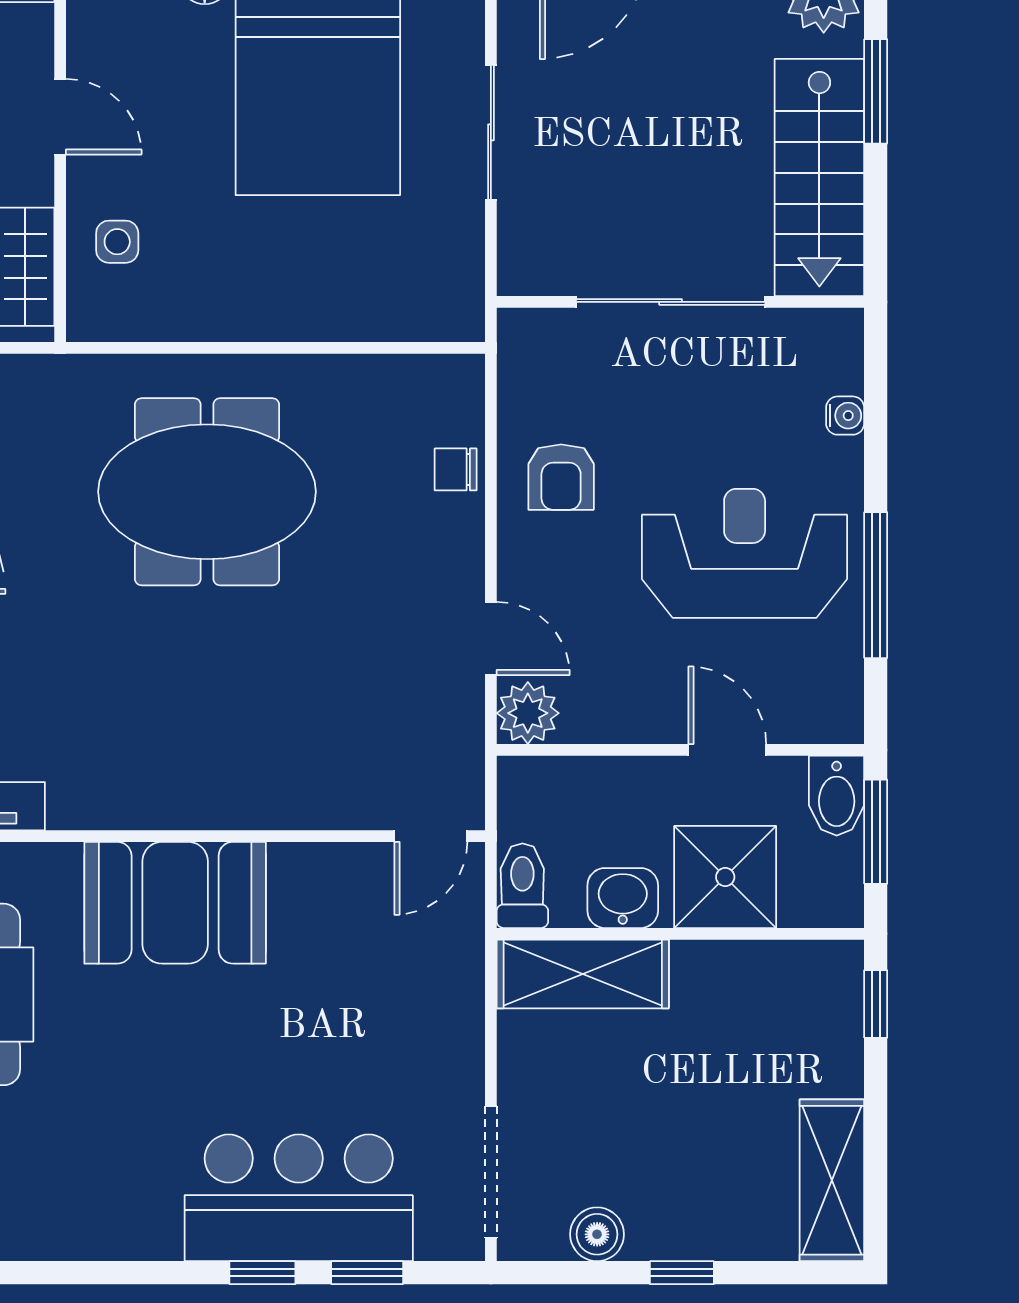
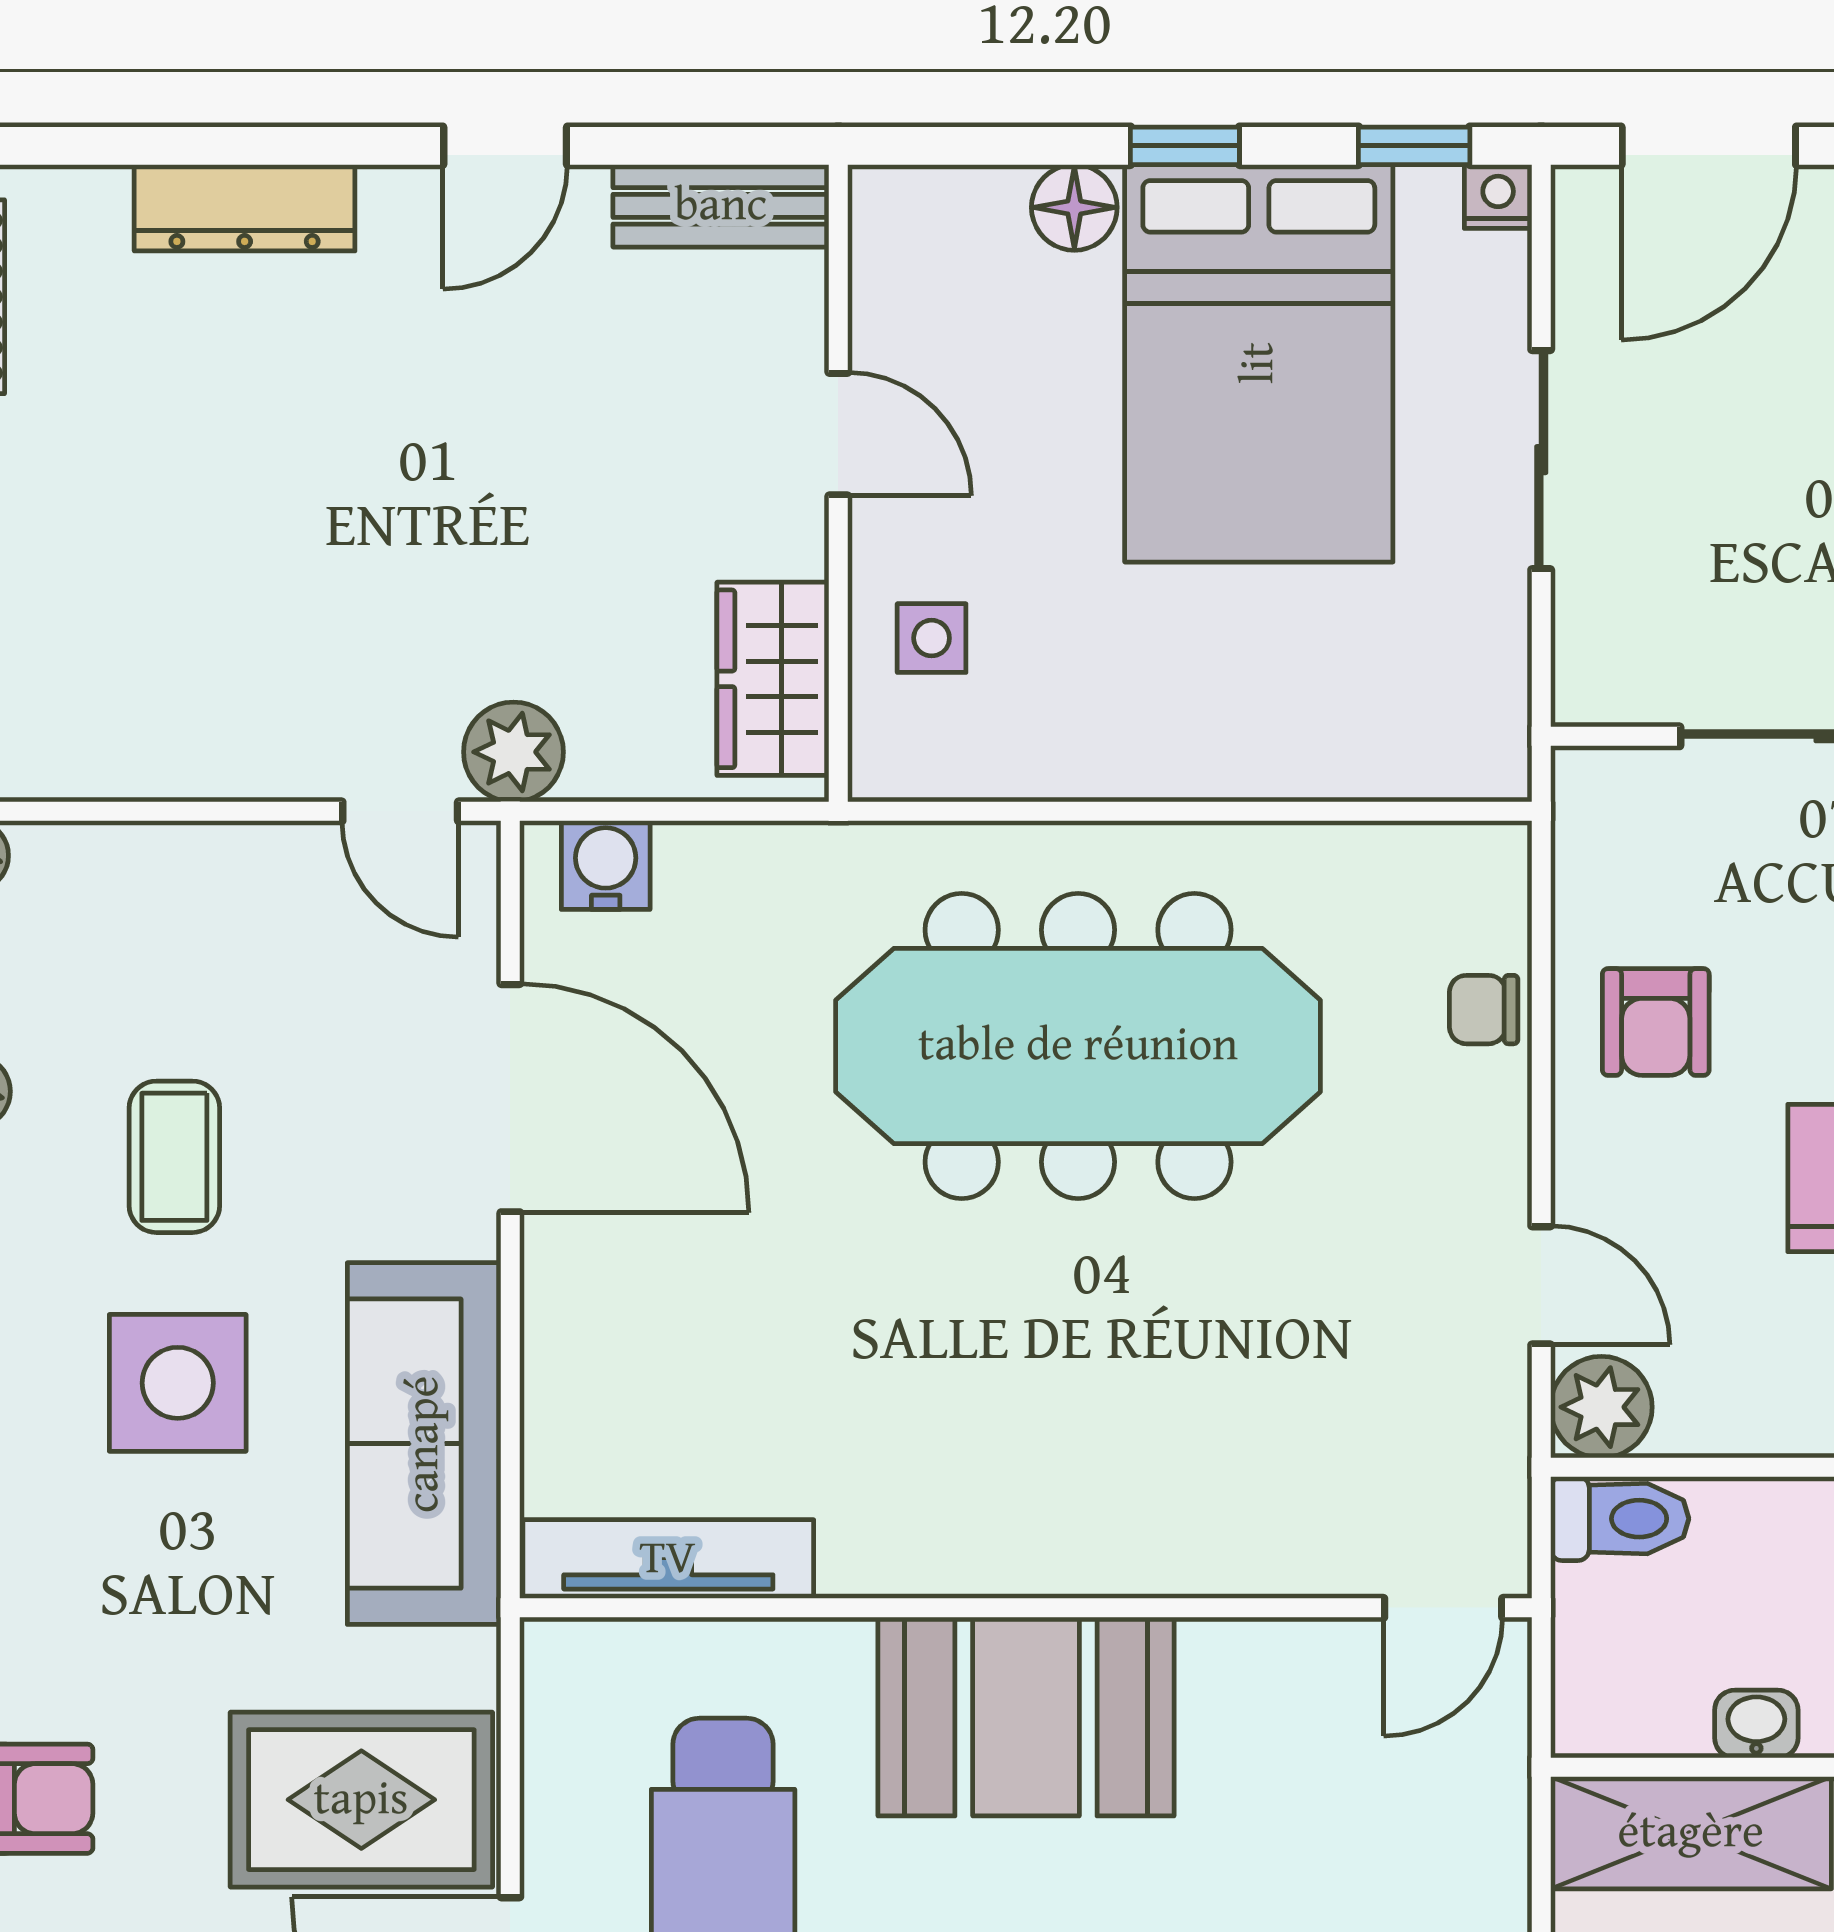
meeting table: (207, 492) -> (1078, 1046), width x1.36
toilet: (522, 886) -> (1620, 1519), moved, turned 90
washbasin: (623, 898) -> (1756, 1724), width x0.72, depth x0.69

